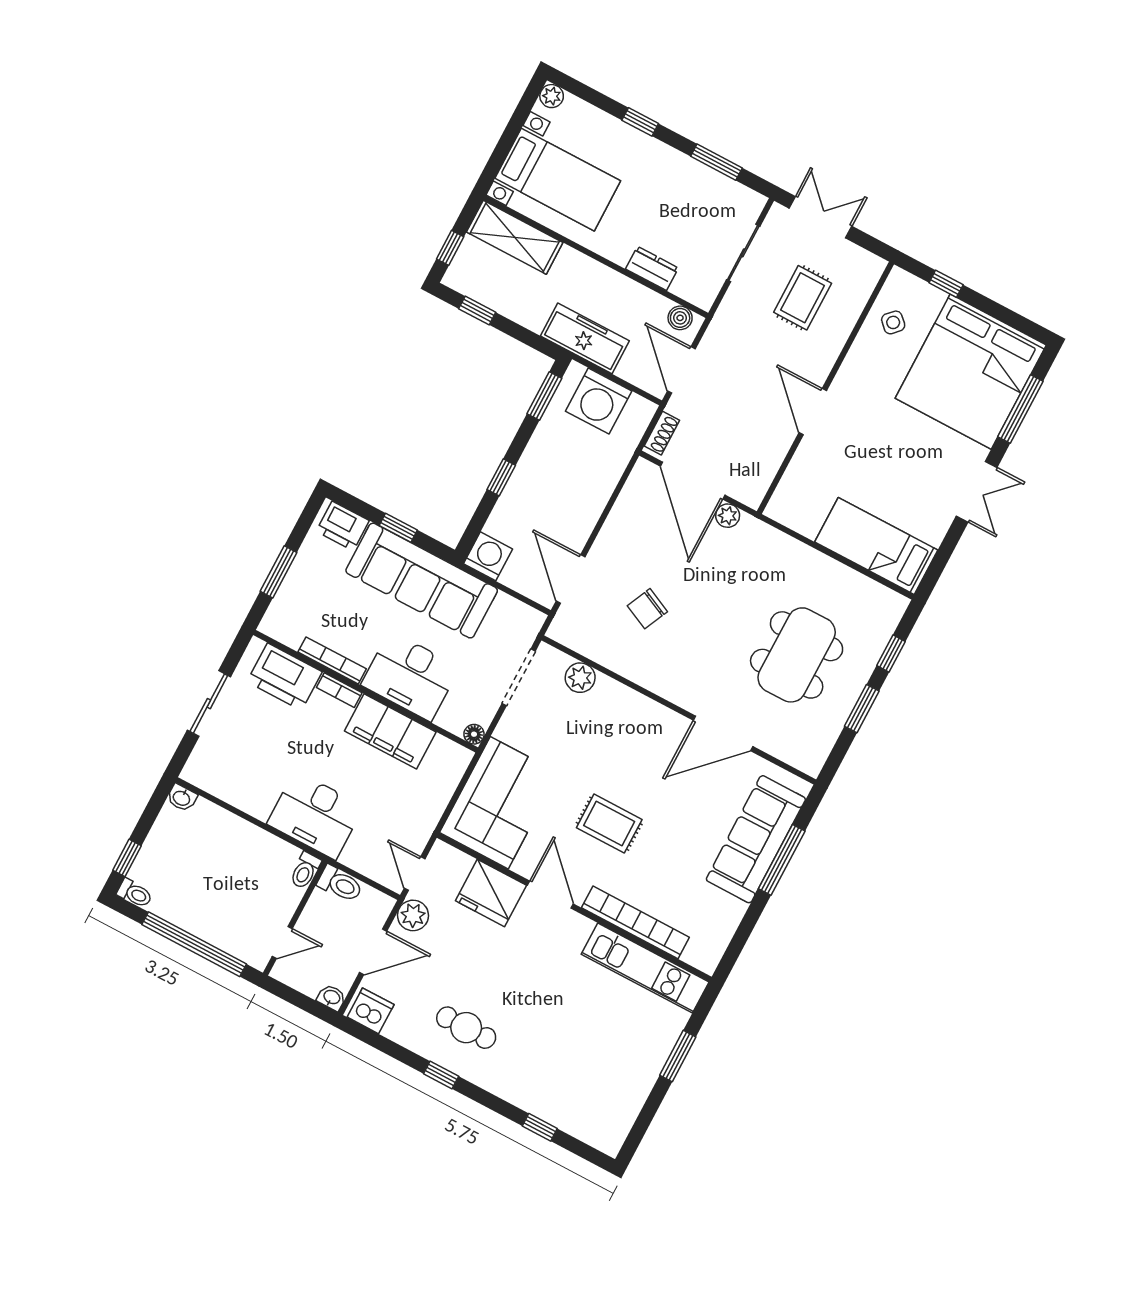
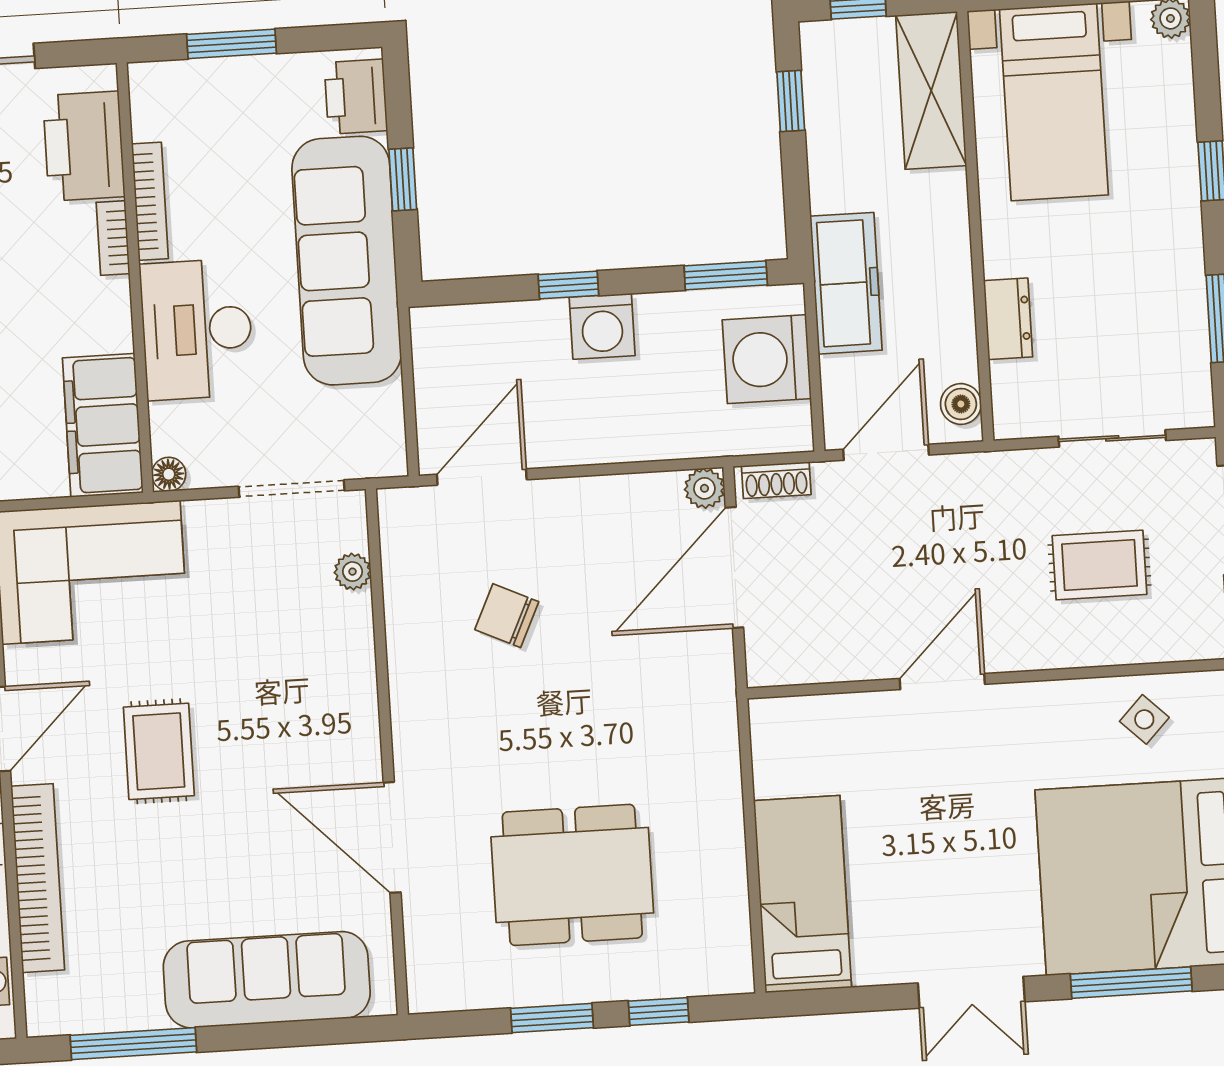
plant: (728, 516) -> (704, 488), moved
washing machine: (488, 556) -> (602, 326), moved, turned 90
plant: (580, 678) -> (353, 572), width x0.73, depth x0.73
filing cabinet: (390, 731) -> (103, 425), moved
window: (782, 860) -> (133, 1044), moved

